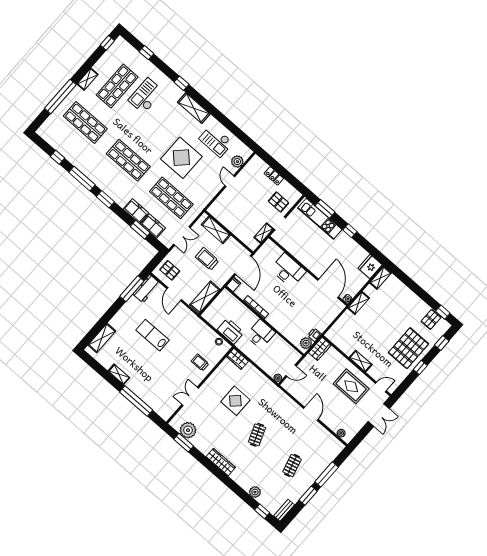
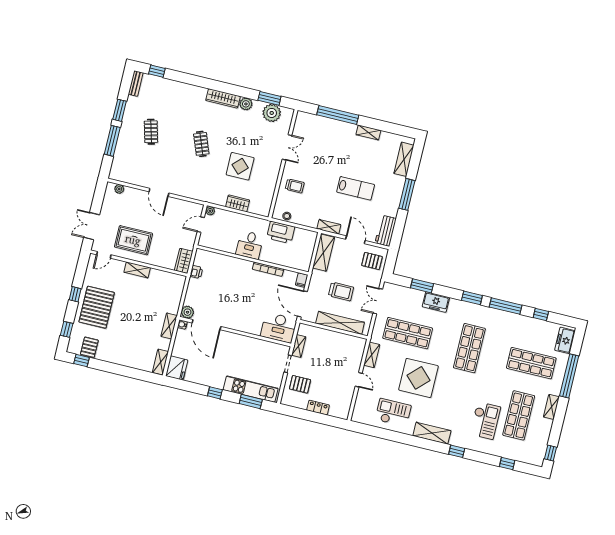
shop shelf: (128, 160) -> (469, 348), turned 90
plant: (237, 162) -> (361, 403), removed
shelving: (209, 196) -> (372, 355), added
freezer: (153, 226) -> (565, 340), moved, turned 90
shelving: (216, 230) -> (340, 323), width x1.47
desk: (288, 270) -> (279, 328), moved
window: (132, 289) -> (407, 194), moved
shelving: (190, 316) -> (329, 227), added
plant: (306, 343) -> (187, 312), moved
wardrobe: (238, 359) -> (238, 203), moved
plant: (255, 492) -> (246, 104), moved

